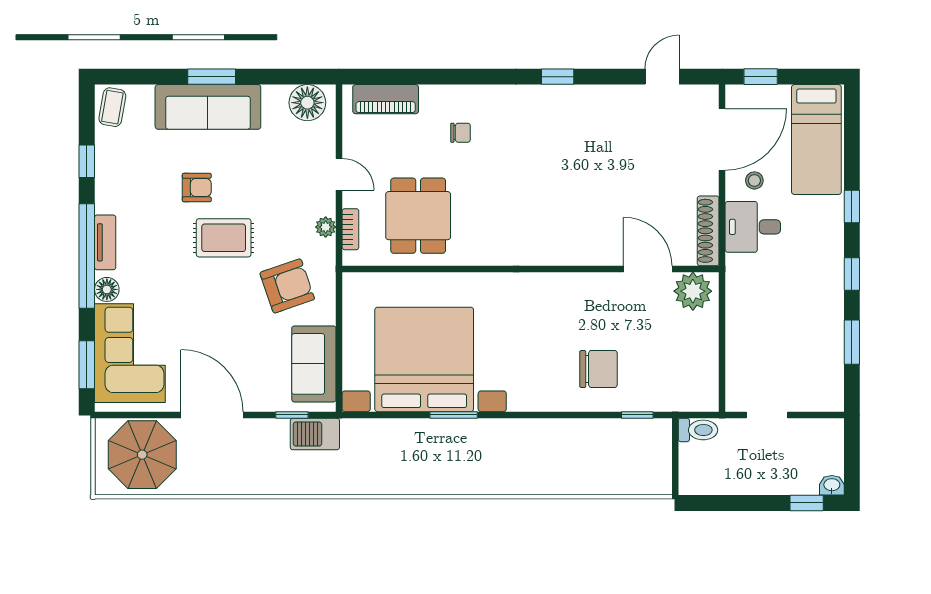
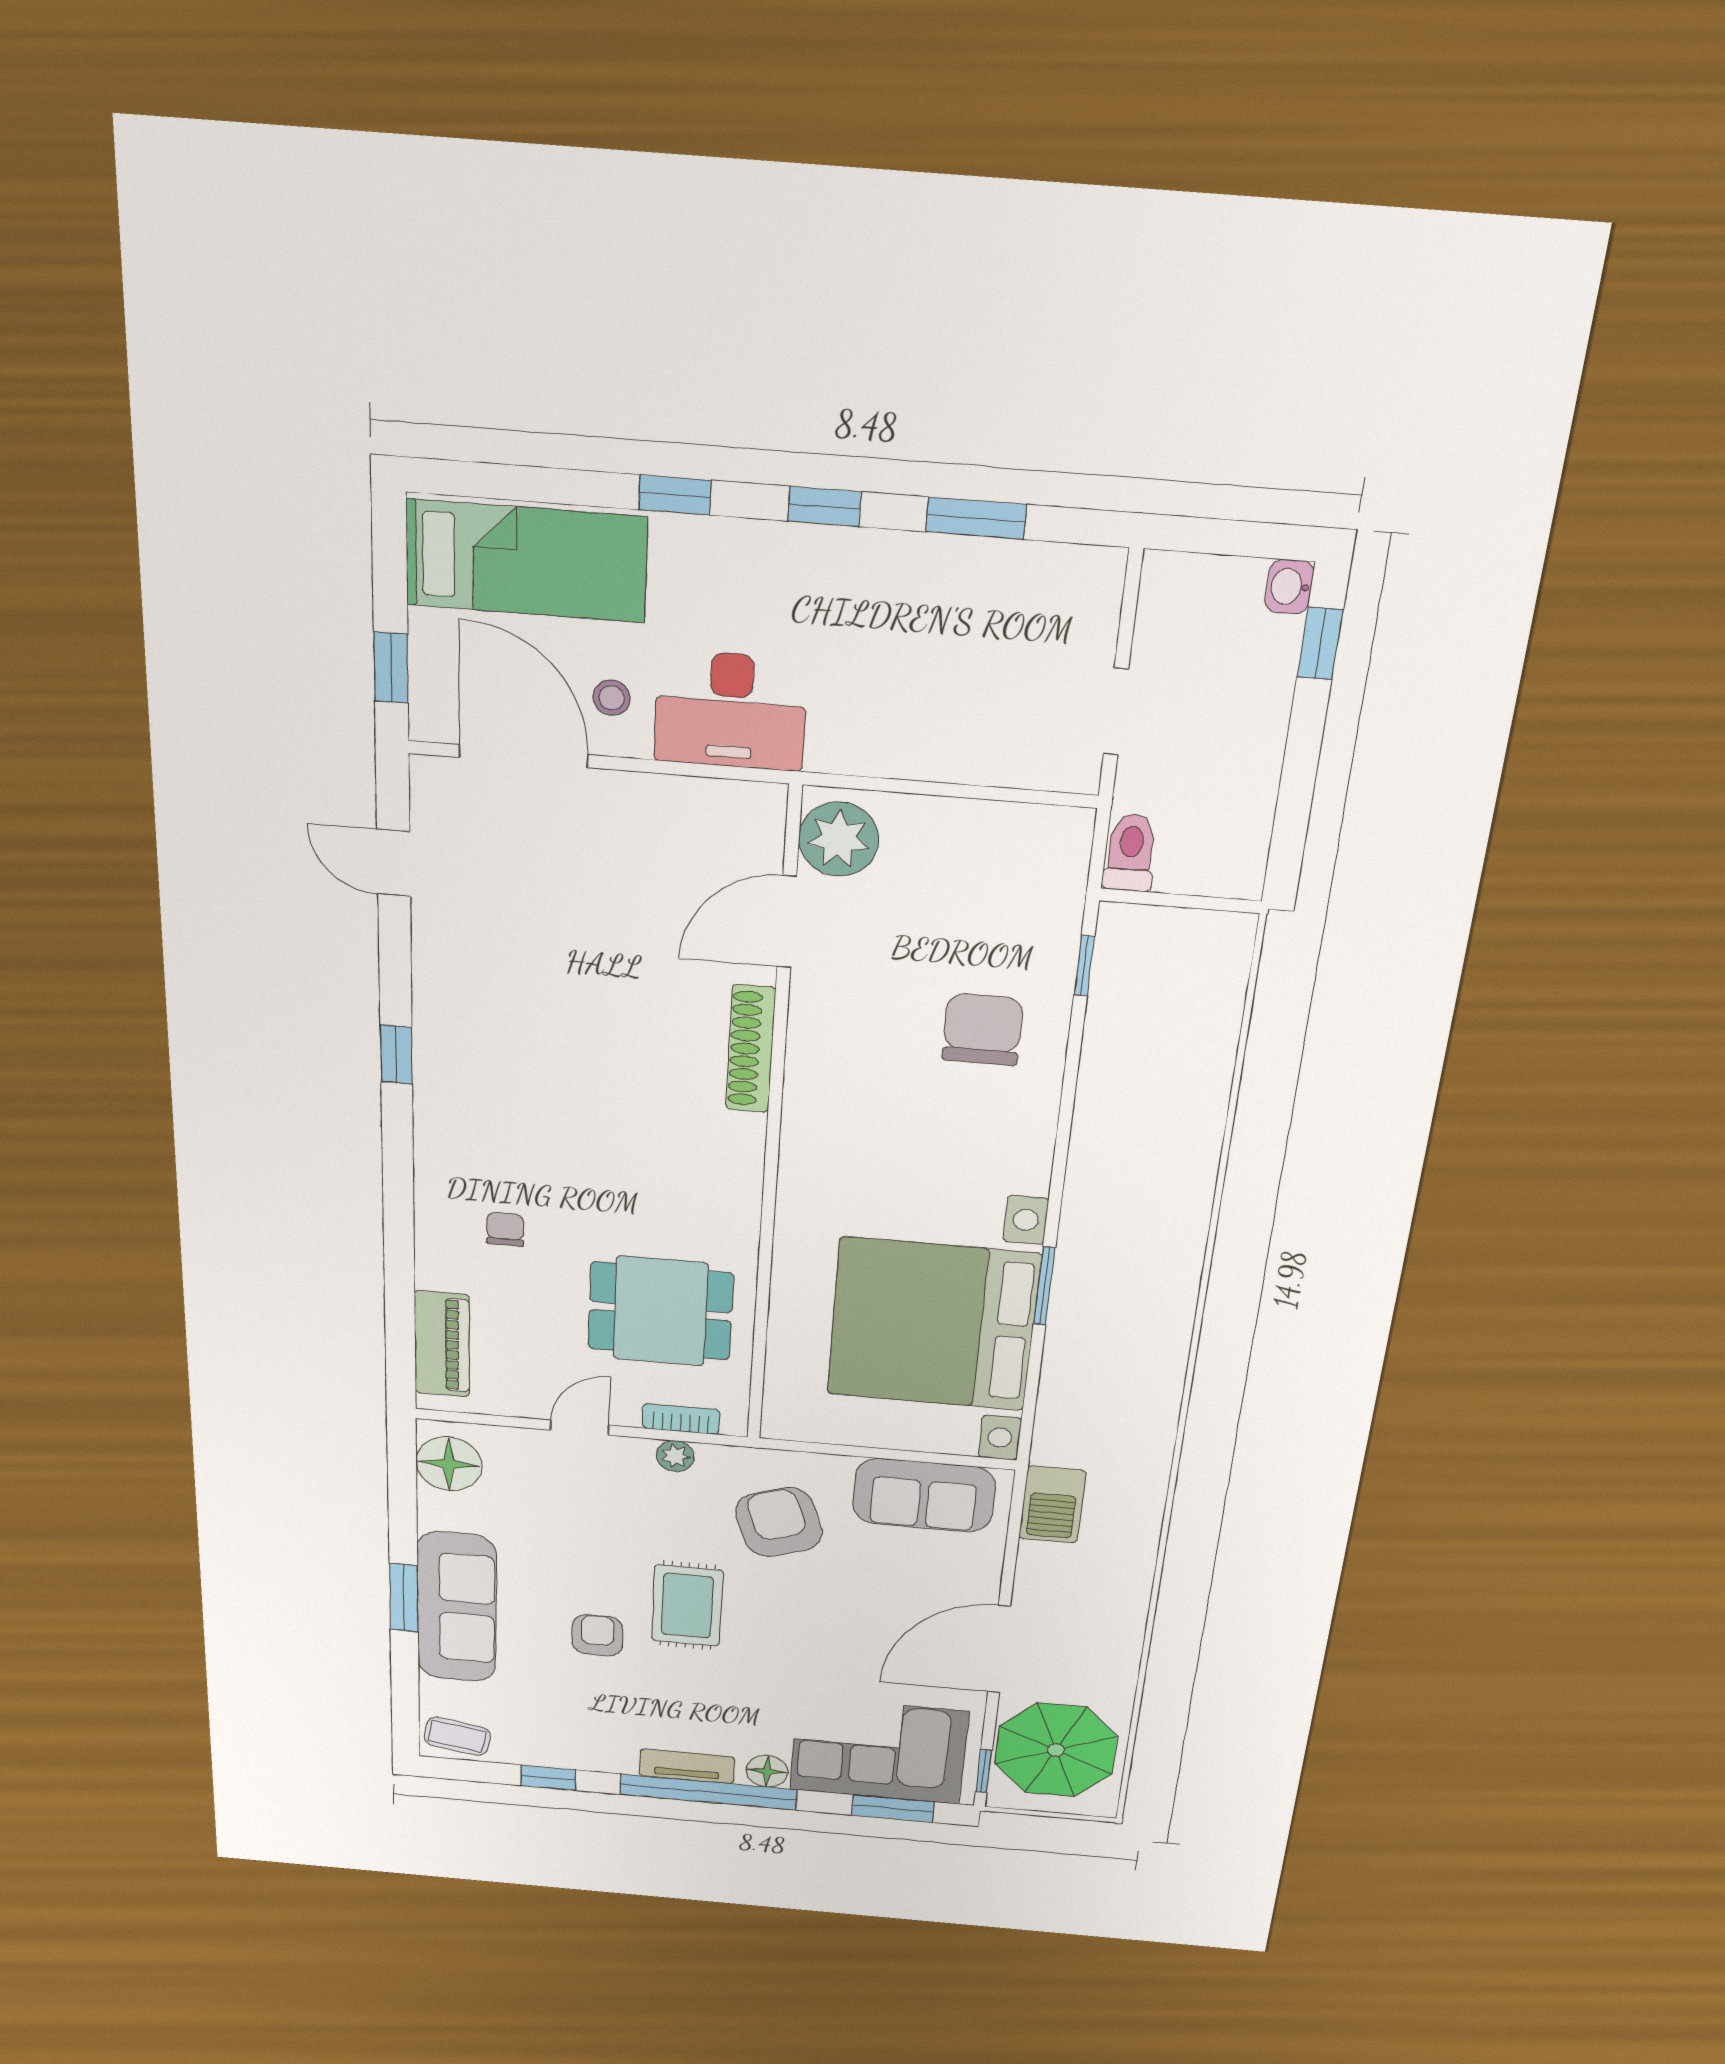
desk: (753, 227) -> (731, 710), width x1.37
shoe rack: (708, 231) -> (751, 1049), moved, turned 90
window: (292, 415) -> (984, 1771), moved

